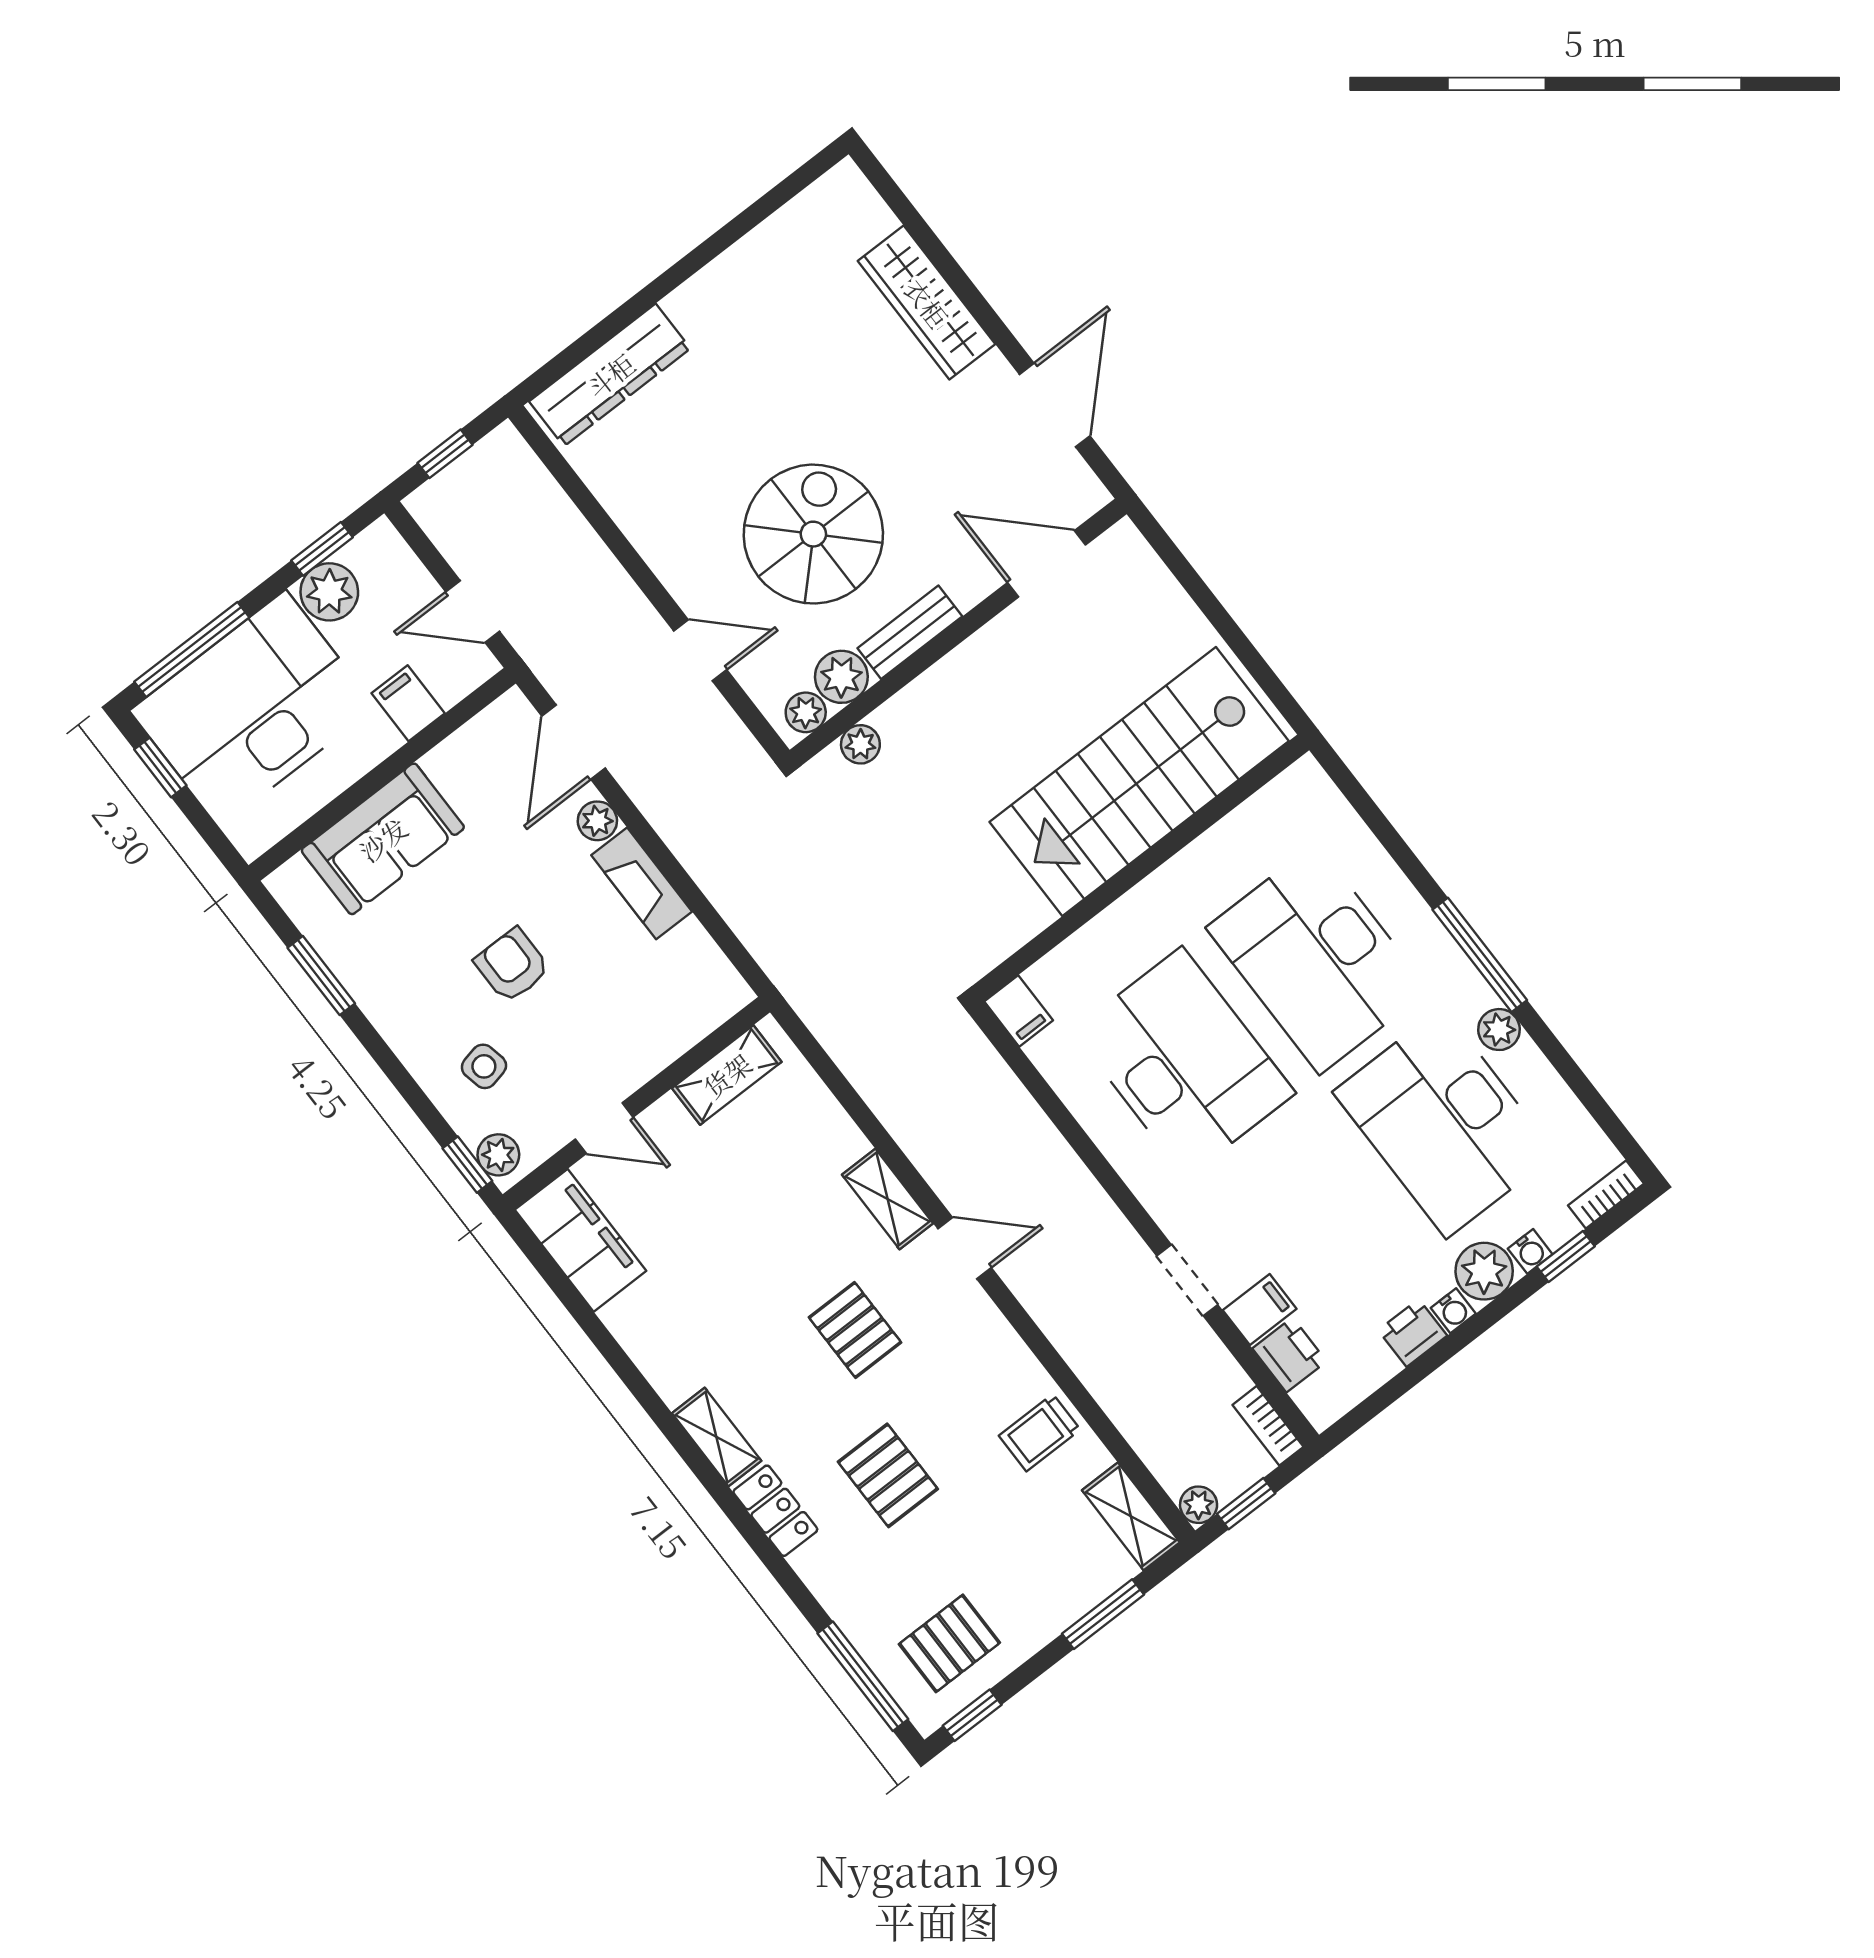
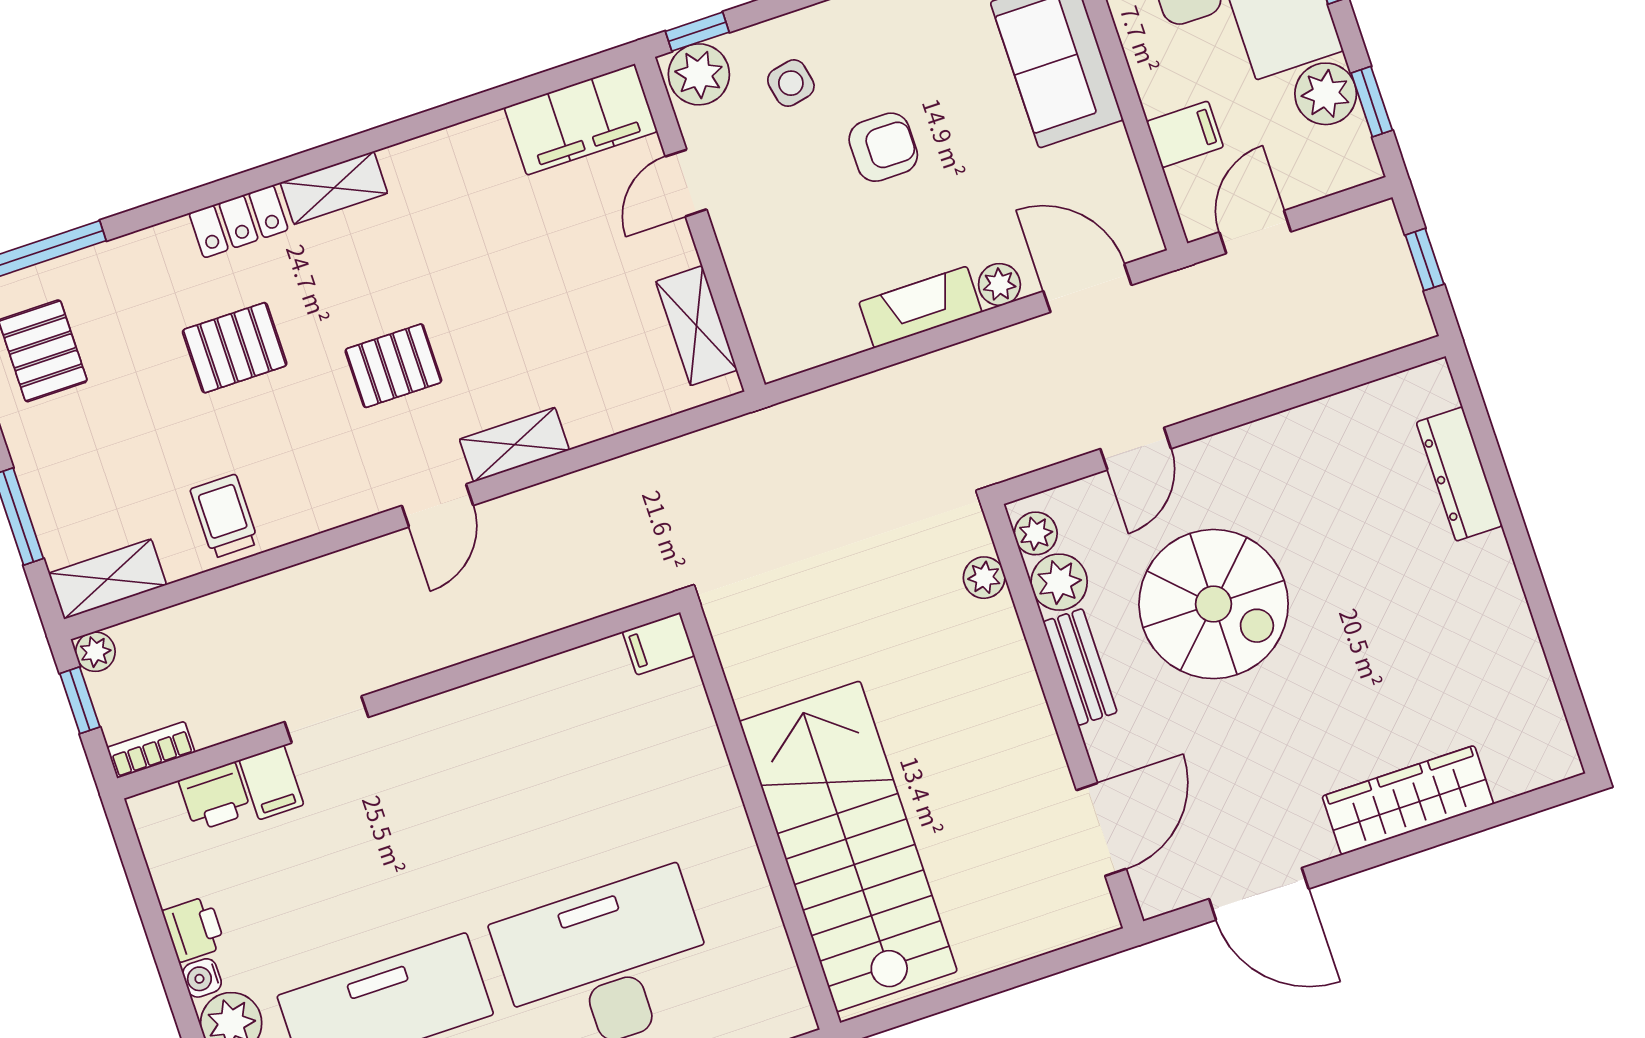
dresser: (610, 375) -> (1459, 474), width x0.73, depth x0.80
desk: (1184, 1062) -> (549, 793), removed
plant: (498, 1155) -> (699, 74), width x1.38, depth x1.38

